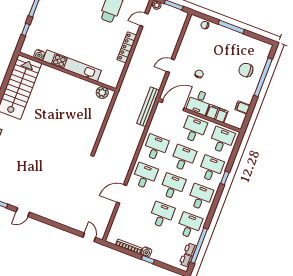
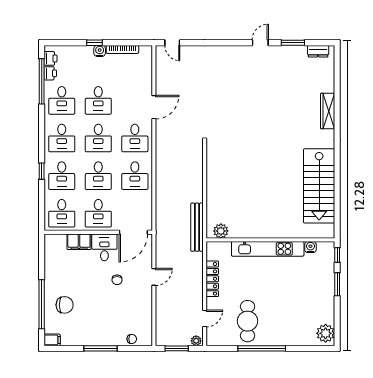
water cooler: (39, 55) -> (310, 247), moved
kitchen unit: (72, 66) -> (268, 249), moved
wall: (67, 72) -> (270, 240), moved
plant: (102, 93) -> (221, 231), moved
bench: (148, 107) -> (197, 227), moved
filing cabinet: (243, 107) -> (52, 340), moved

